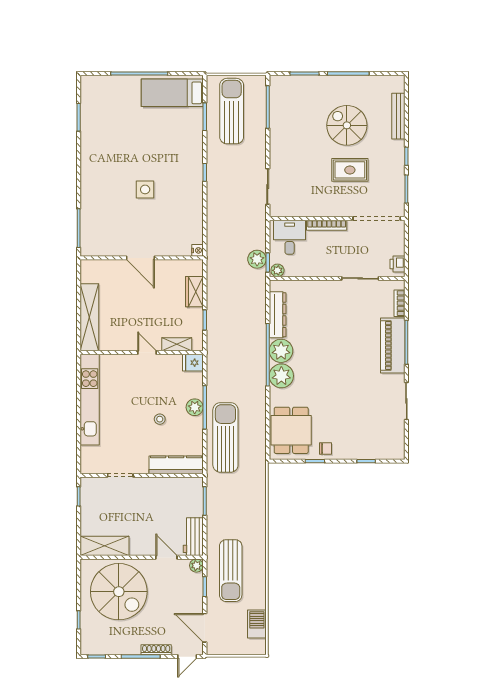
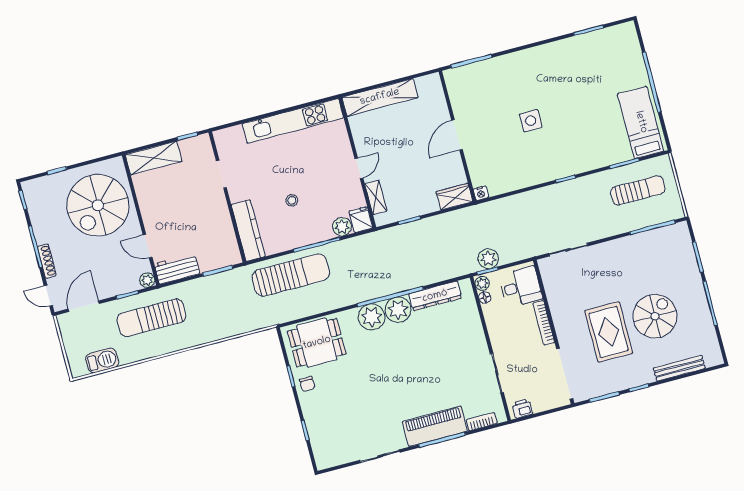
sun lounger: (232, 111) -> (638, 190), width x0.73, depth x0.75
rug: (350, 170) -> (609, 332), width x1.36, depth x1.43
floor lamp: (291, 271) -> (485, 298), added
wardrobe: (194, 292) -> (454, 197), moved
plant: (195, 407) -> (342, 227), moved
shelving: (105, 546) -> (154, 158), moved, turned 90
door: (166, 557) -> (148, 246), swing flipped

